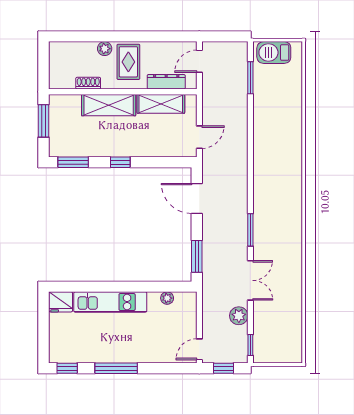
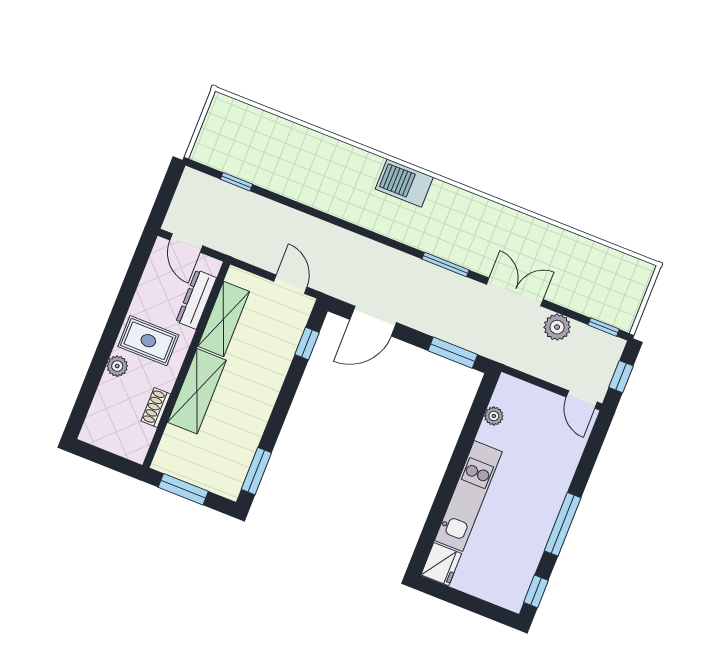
barbecue: (274, 53) -> (404, 183), moved, turned 90
window: (250, 78) -> (236, 182), width x0.67
window: (120, 162) -> (307, 343), moved

